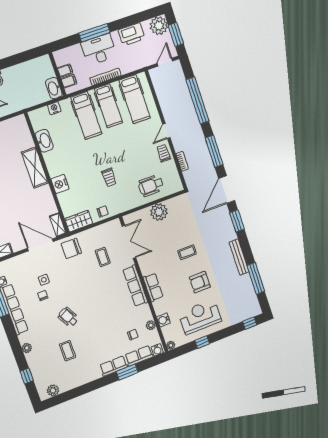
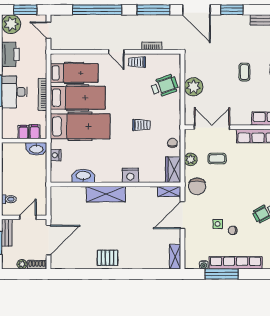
hospital bed: (108, 106) -> (78, 98), width x1.37, depth x1.29
hospital bed: (86, 115) -> (80, 126), width x1.37, depth x1.29
wheelchair: (151, 186) -> (164, 86), turned -109
plant: (94, 234) -> (191, 159), added

